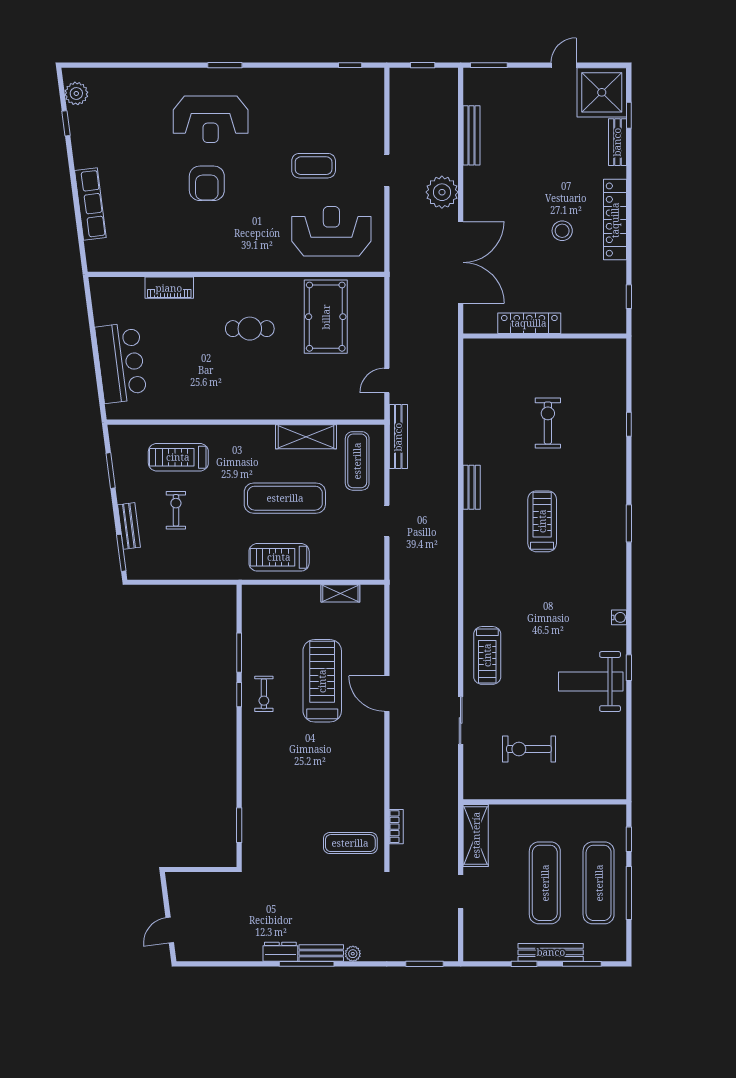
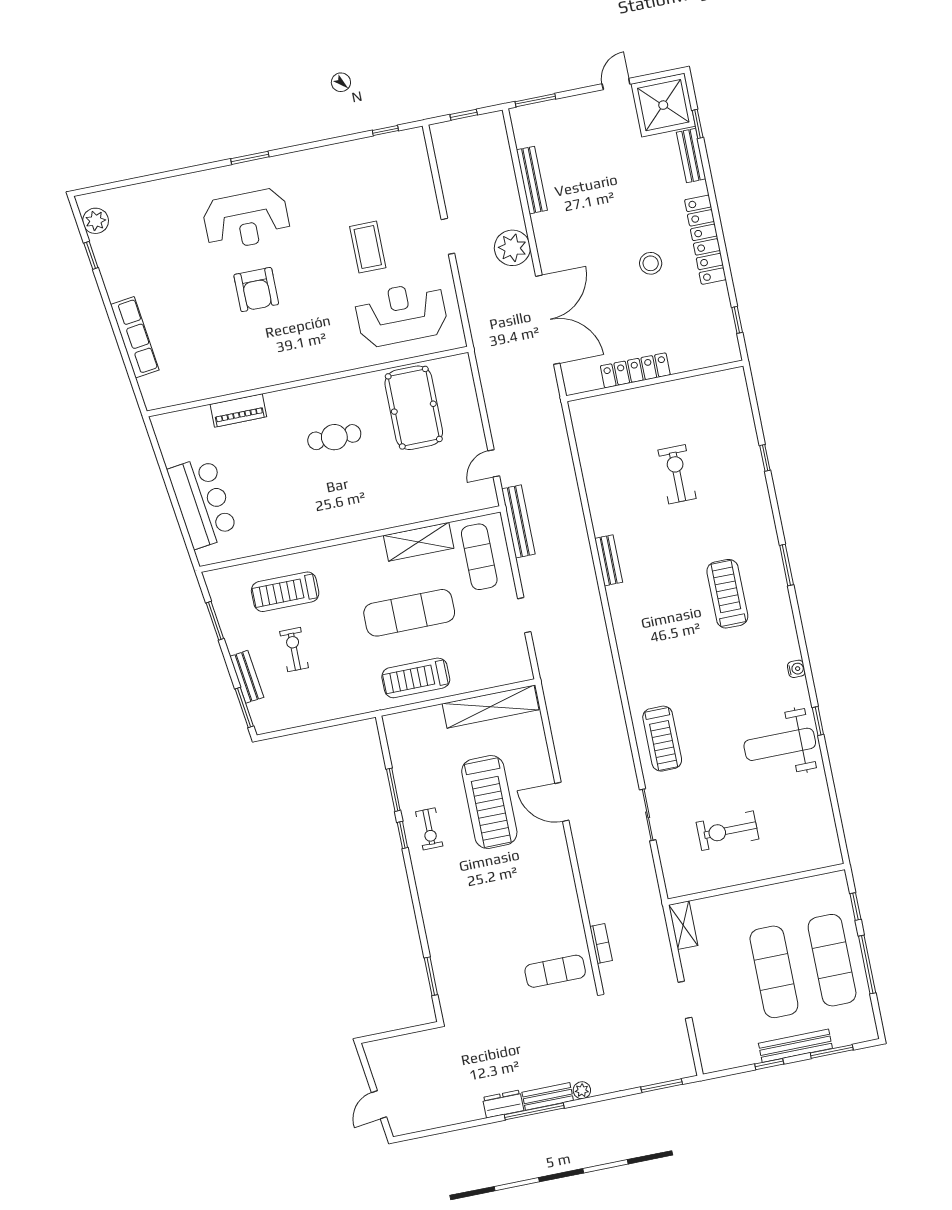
coffee table: (314, 166) -> (368, 247), turned 90
treadmill: (542, 521) -> (727, 594), moved
shelving: (340, 593) -> (490, 707), width x2.20, depth x1.33
treadmill: (322, 681) -> (489, 802), turned 180
shelving: (476, 835) -> (683, 925), width x0.67, depth x0.75

